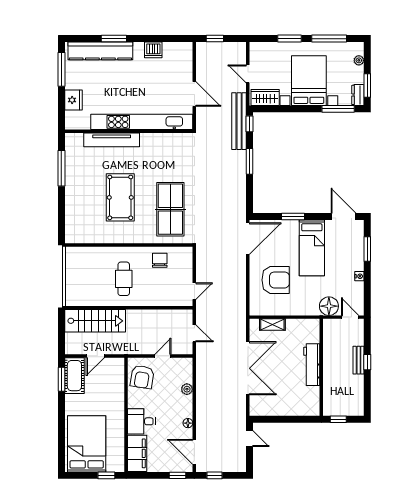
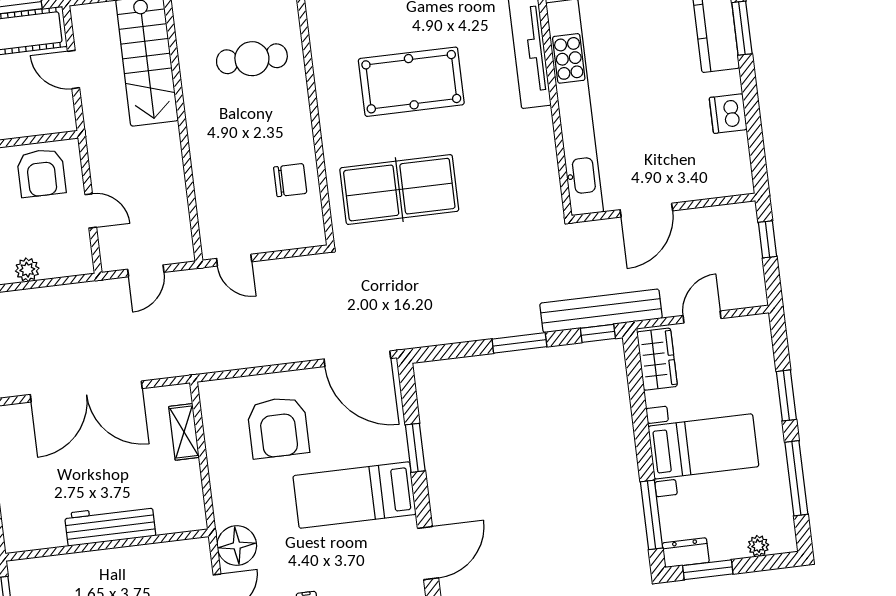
bed with nightstands: (309, 81) -> (703, 446), width x0.73
cafe table: (124, 279) -> (252, 59), moved
armchair: (142, 377) -> (41, 173), turned -99

